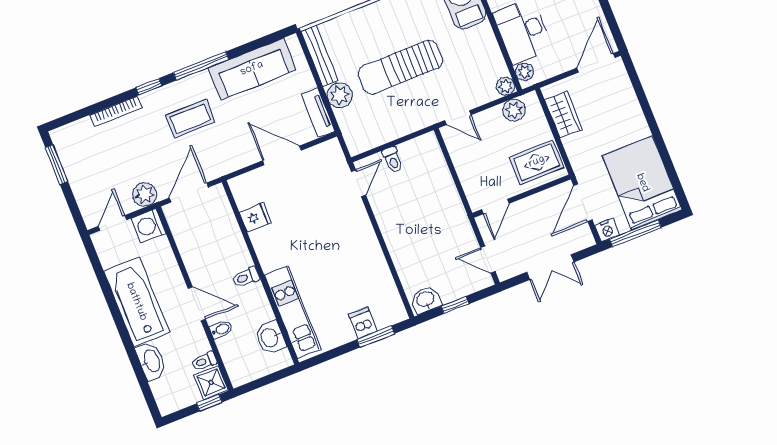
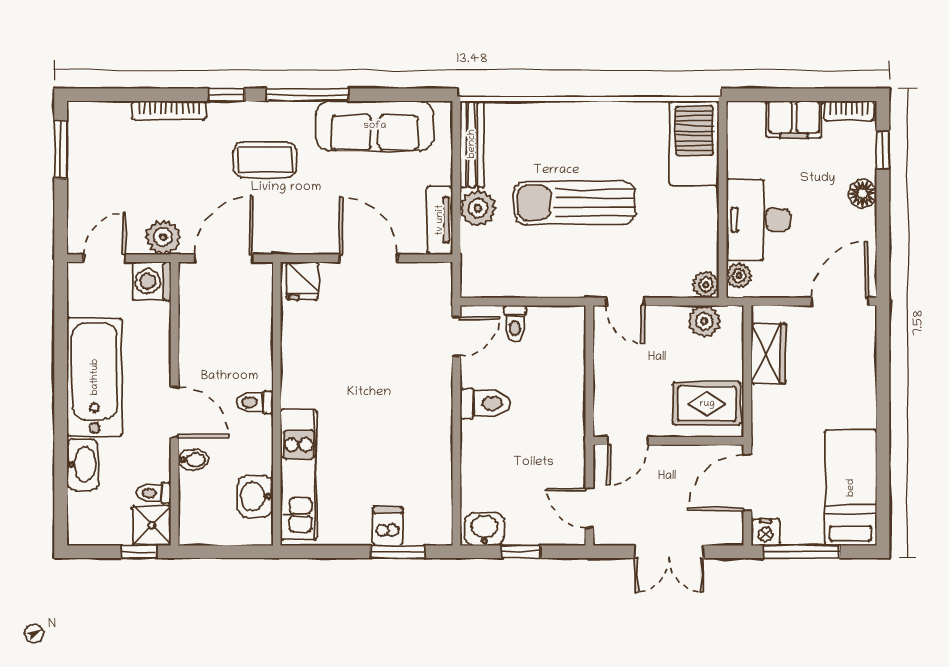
bed: (642, 183) -> (851, 488), width x0.67
fridge: (255, 217) -> (302, 281), moved, turned 90
toilet: (394, 219) -> (485, 403), added

